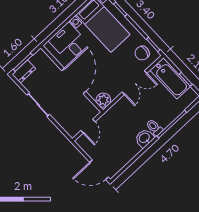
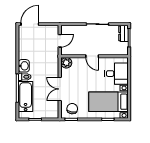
bathtub: (170, 78) -> (26, 97), moved, turned 90
door: (74, 81) -> (92, 56), width x0.53
door: (88, 126) -> (60, 41), swing flipped

